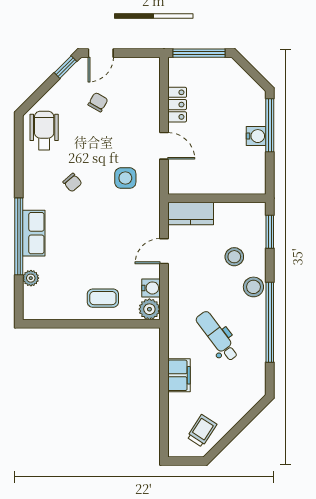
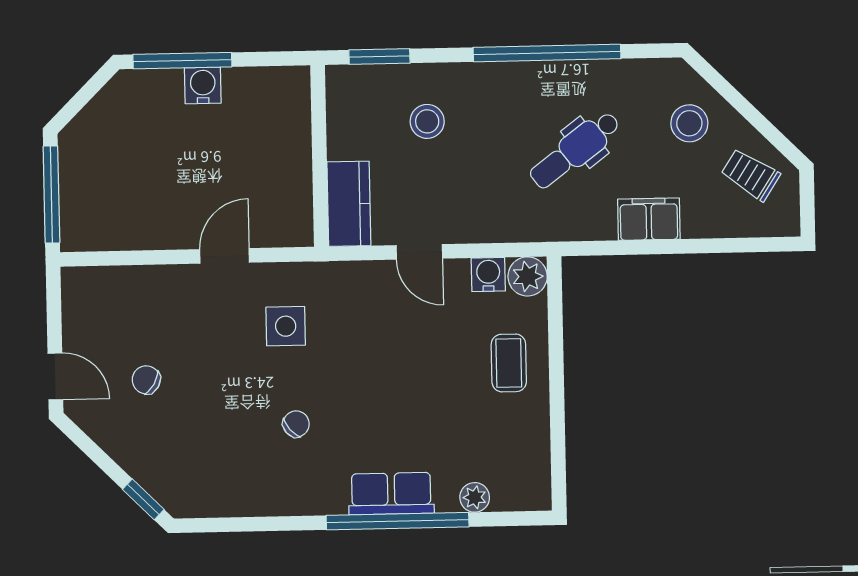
window: (66, 67) -> (143, 499), moved
locker: (177, 105) -> (148, 233), removed
wheelchair: (44, 131) -> (201, 478), removed
stool: (253, 287) -> (689, 123), moved

